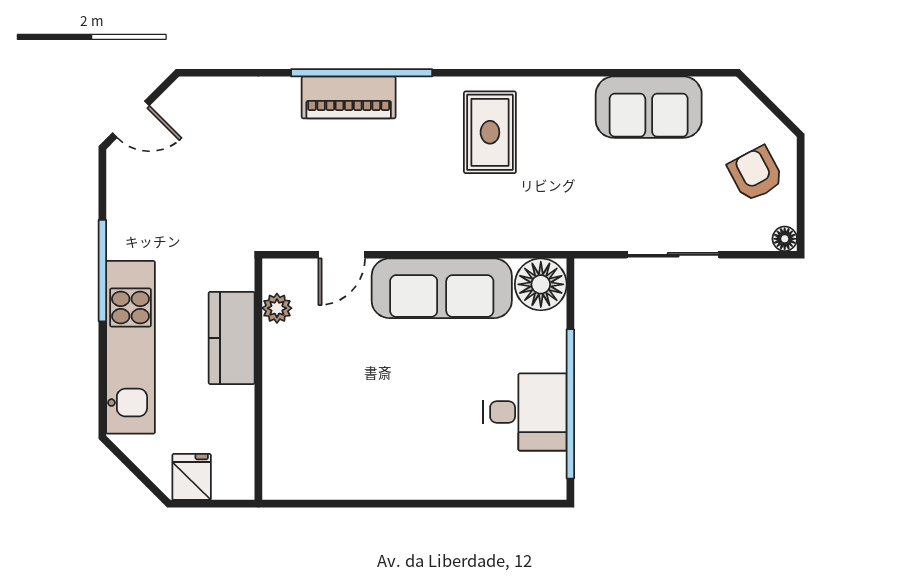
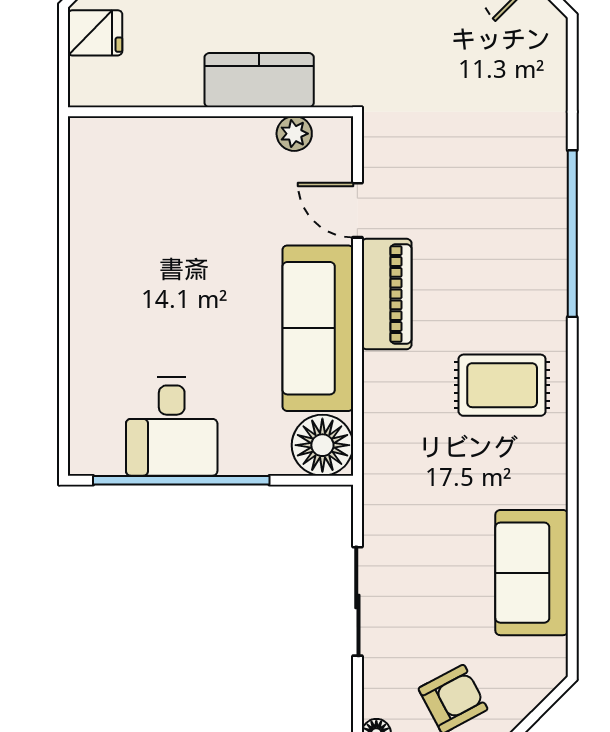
piano: (349, 97) -> (387, 294), moved, turned 180

